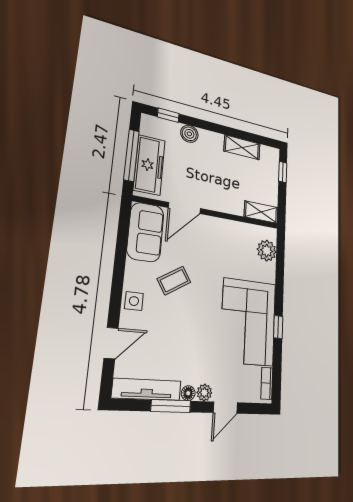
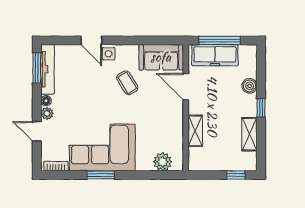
window: (168, 115) -> (261, 108), moved
shelving: (261, 212) -> (195, 131), moved
window: (278, 327) -> (101, 175), width x1.50
door: (111, 343) -> (91, 40), moved
window: (171, 406) -> (37, 68), moved

